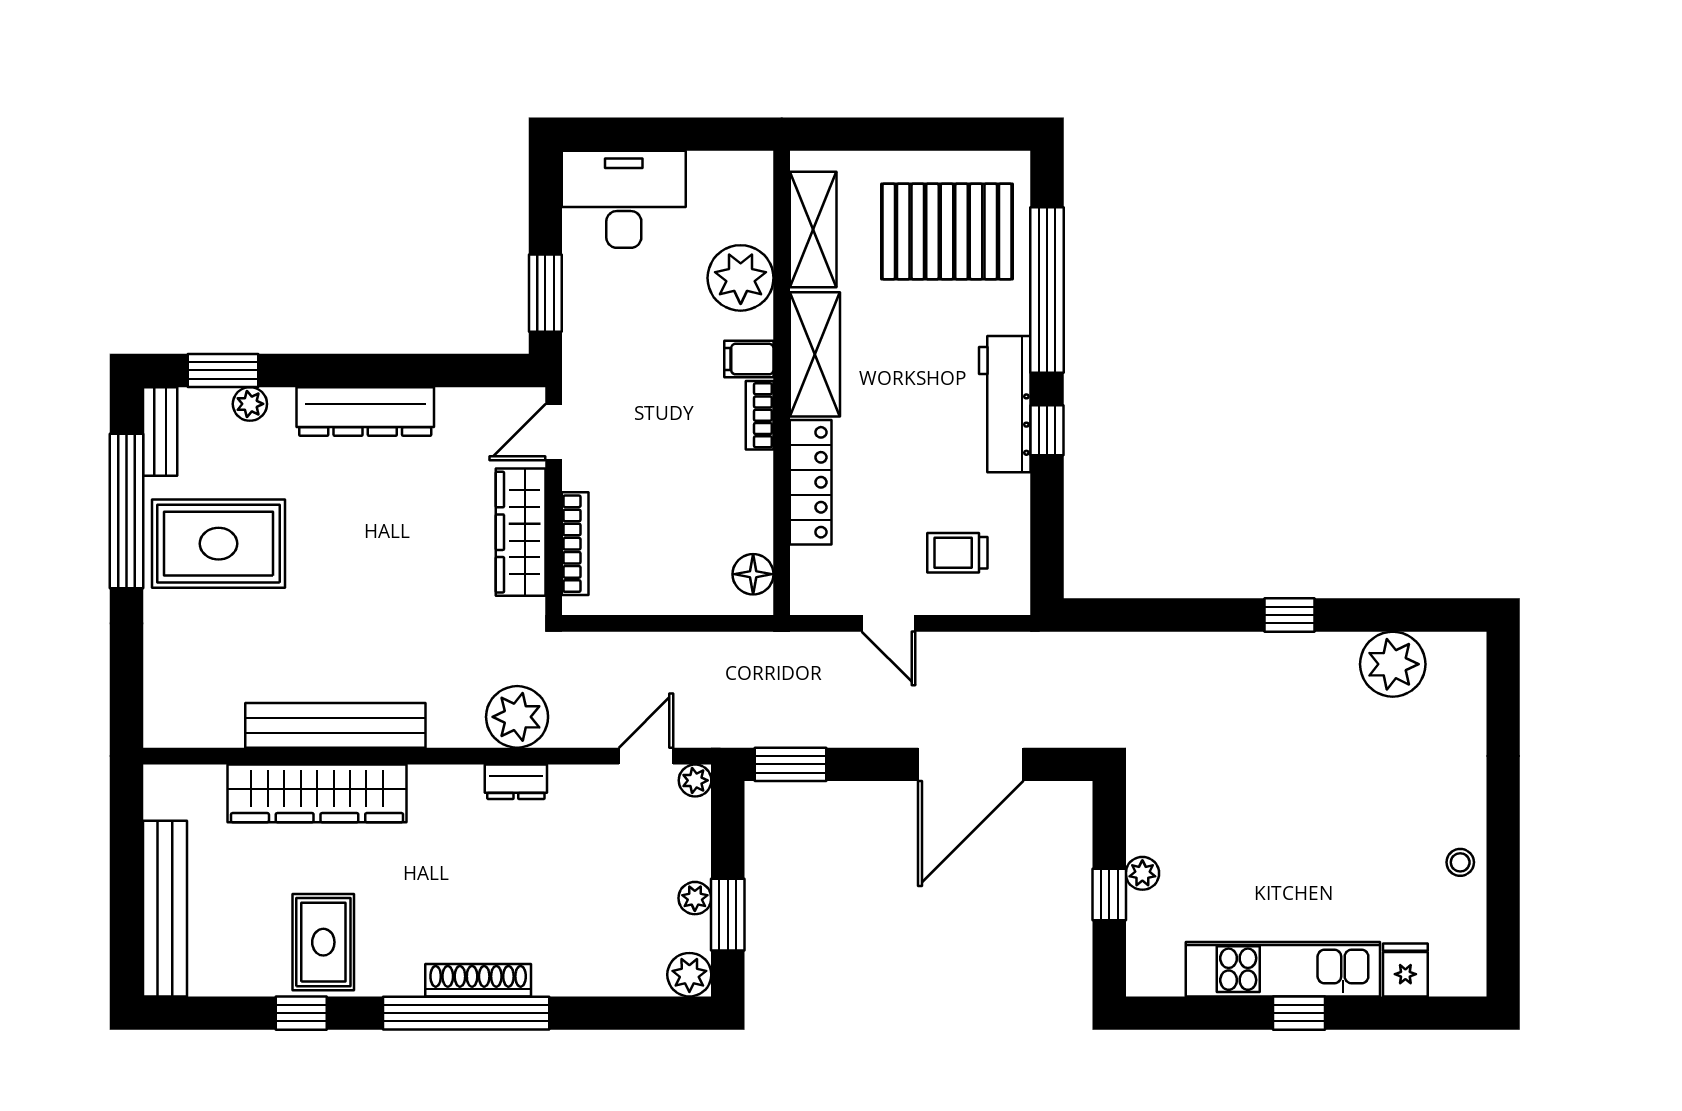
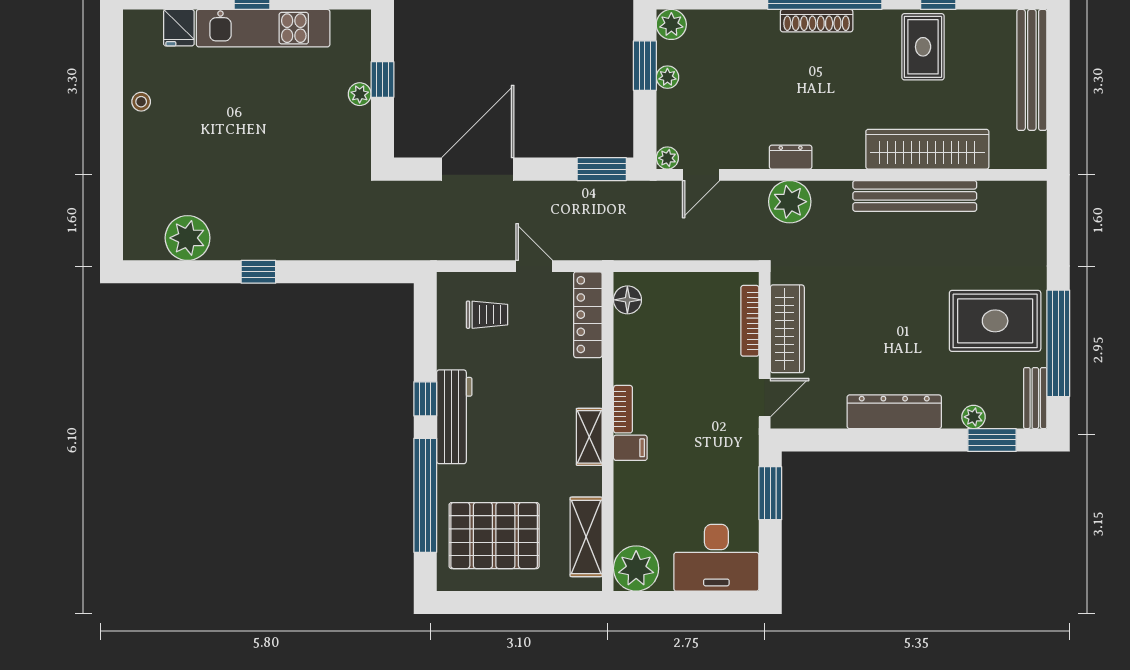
plant: (741, 278) -> (636, 568), moved
shelving: (815, 354) -> (589, 437), width x0.67, depth x0.75
locker: (811, 482) -> (588, 315), moved

